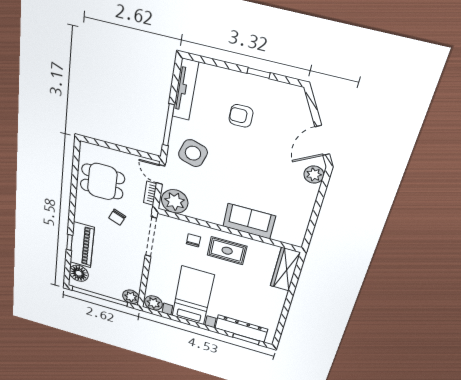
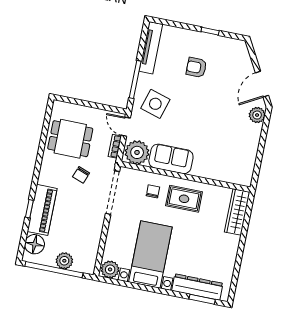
sofa: (249, 221) -> (171, 159), moved
plant: (131, 297) -> (64, 261), moved

